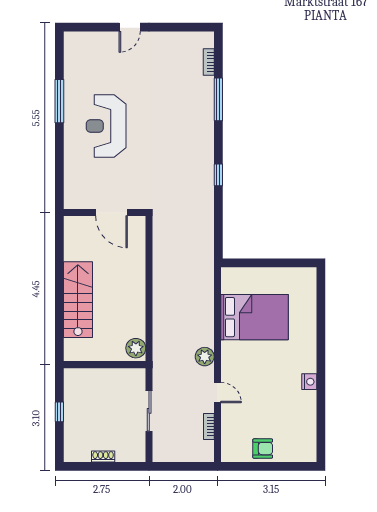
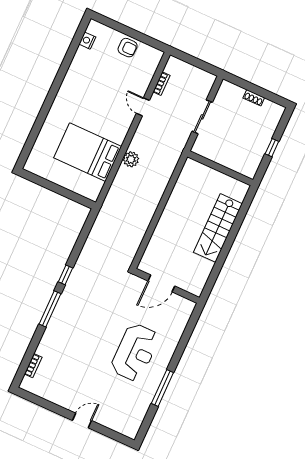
window: (218, 99) -> (50, 309), moved
door: (111, 213) -> (161, 283), swing flipped
plant: (136, 348) -> (190, 170), removed
plant: (205, 357) -> (131, 159), moved
nightstand: (309, 382) -> (87, 41), moved
armchair: (263, 449) -> (128, 48), turned 180

